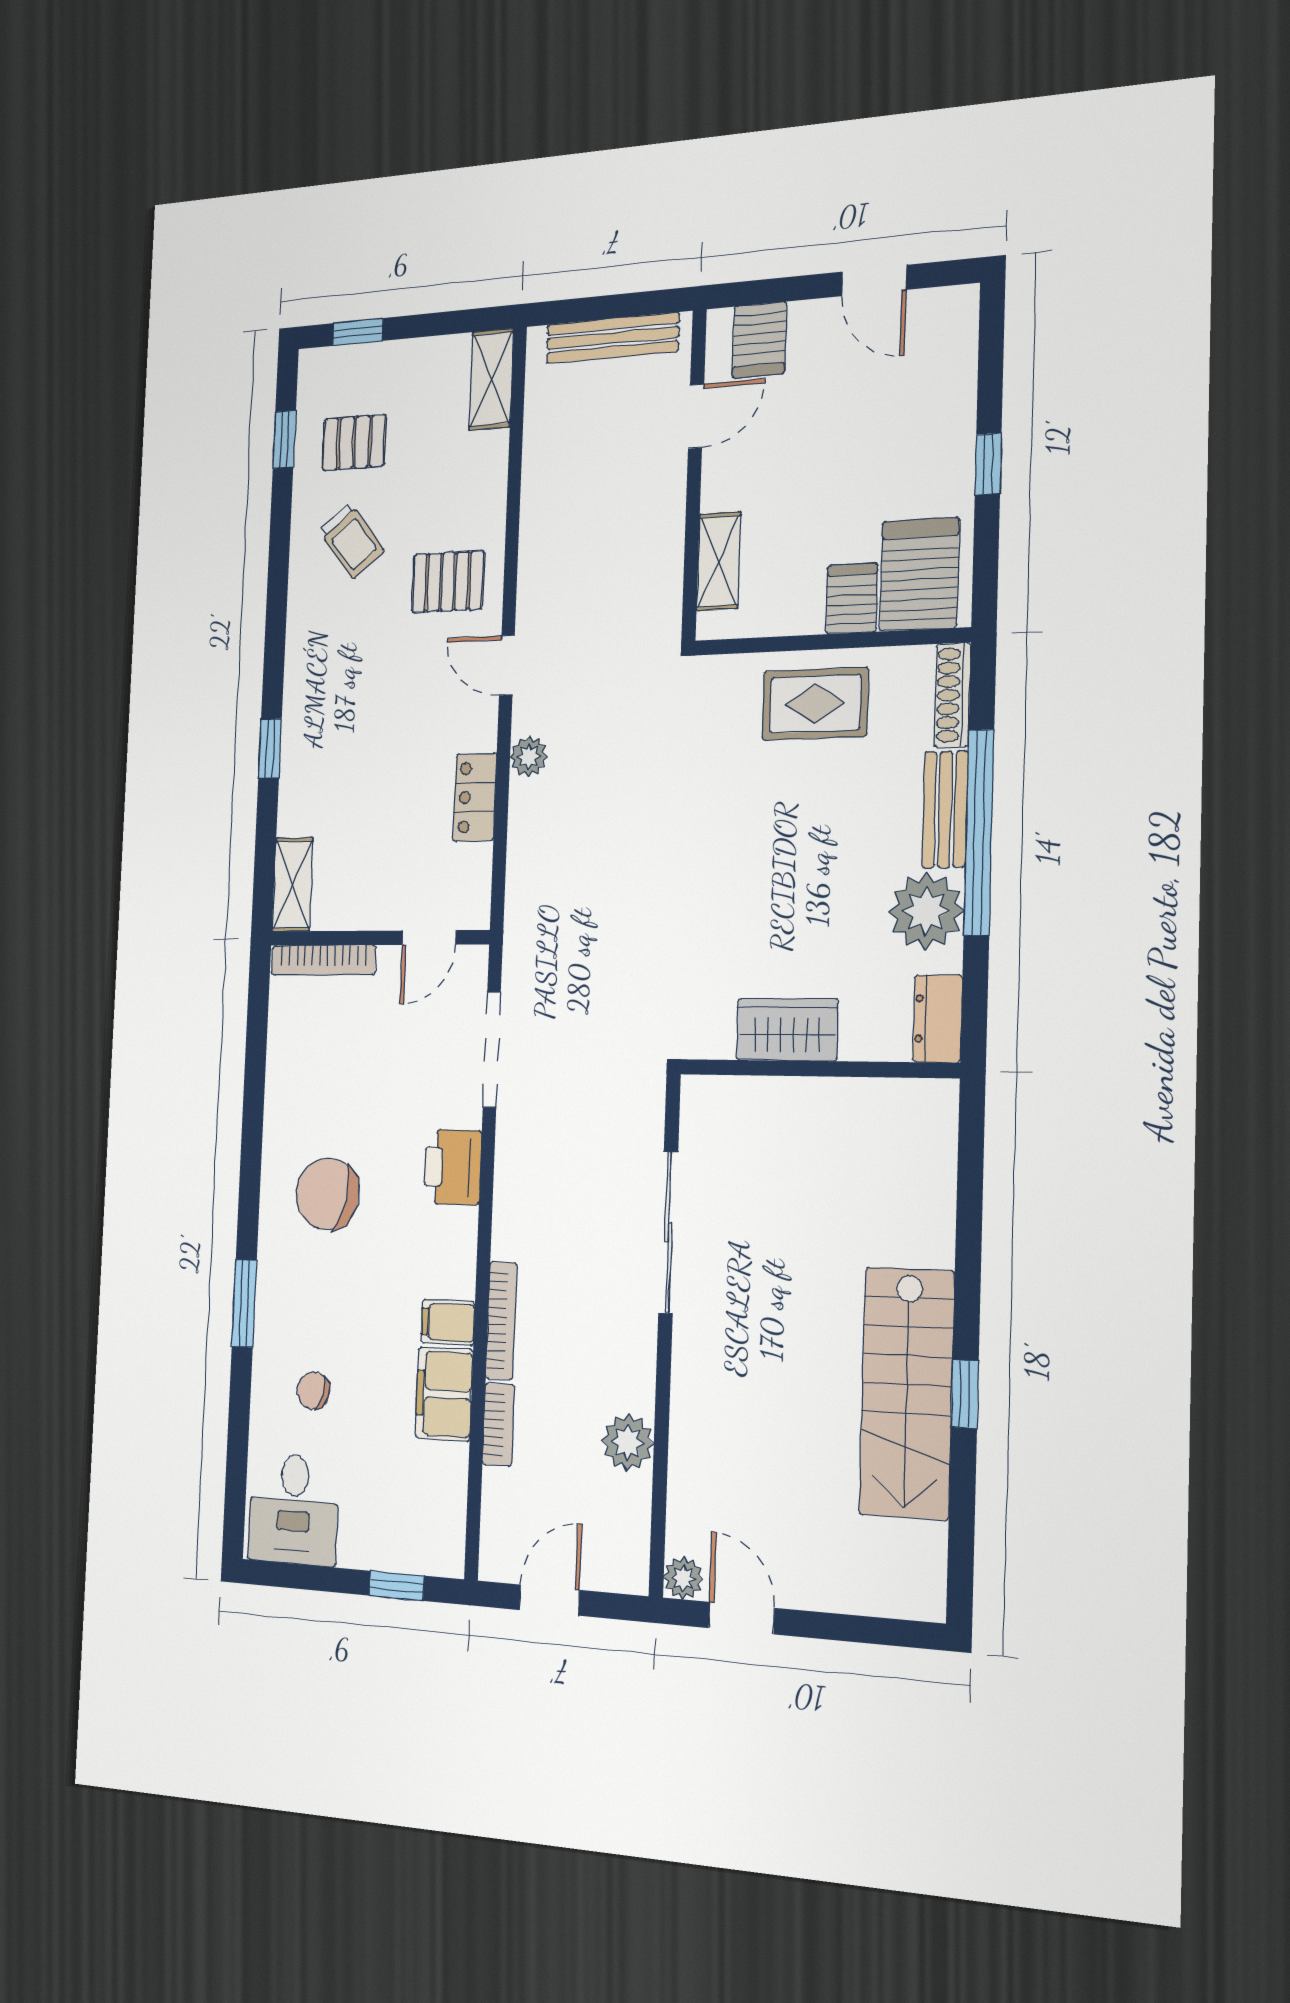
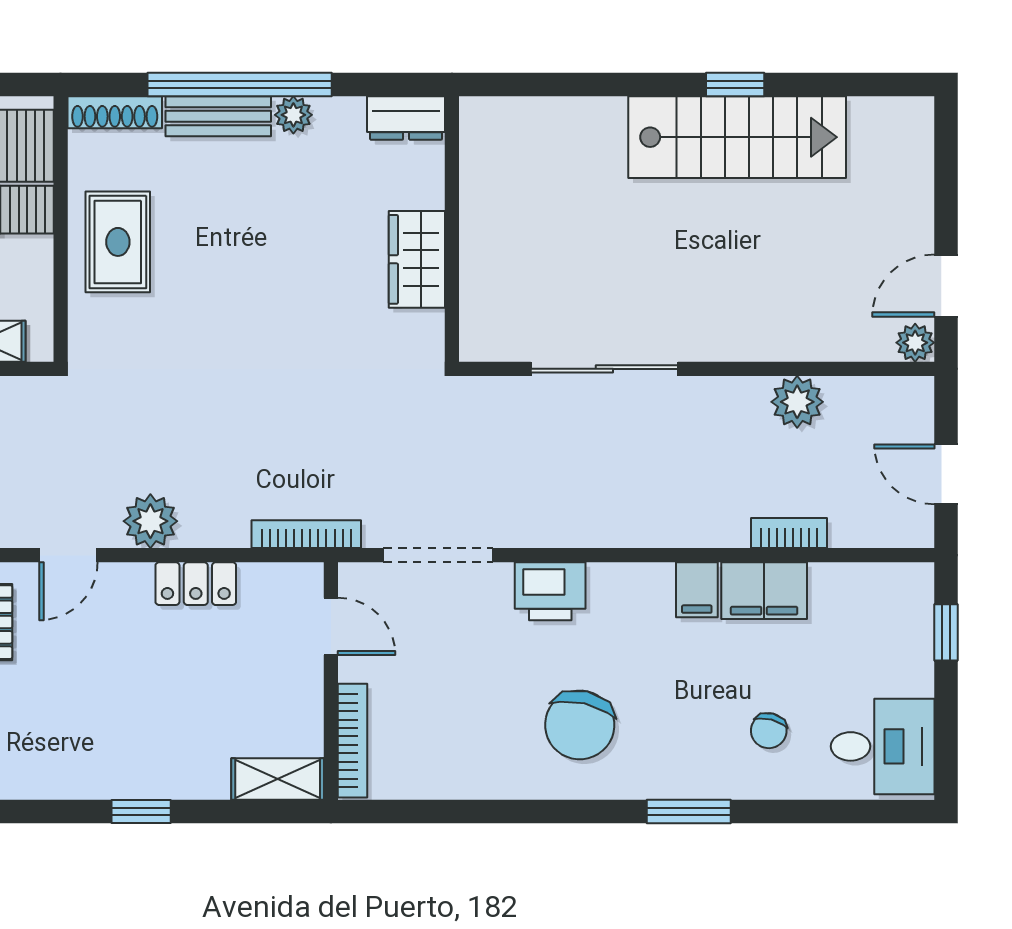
plant: (529, 756) -> (150, 521), width x1.38, depth x1.38
plant: (926, 911) -> (293, 115), width x0.53, depth x0.53
bookcase: (501, 1321) -> (306, 534), moved

